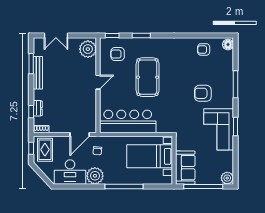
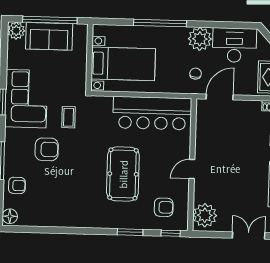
armchair: (204, 49) -> (17, 185), moved
coffee table: (188, 117) -> (68, 117), added
sofa: (185, 168) -> (49, 36), moved, turned -90

